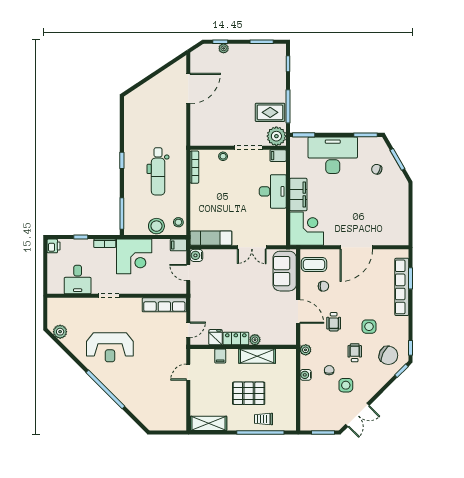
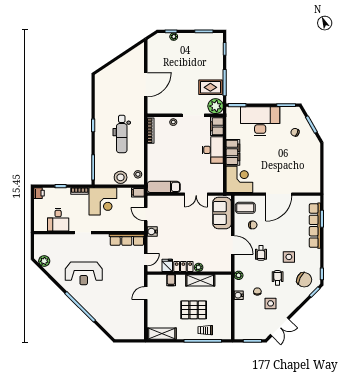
door: (188, 88) -> (146, 85), moved
filing cabinet: (278, 156) -> (217, 126), width x2.00
water cooler: (196, 255) -> (152, 232), moved

